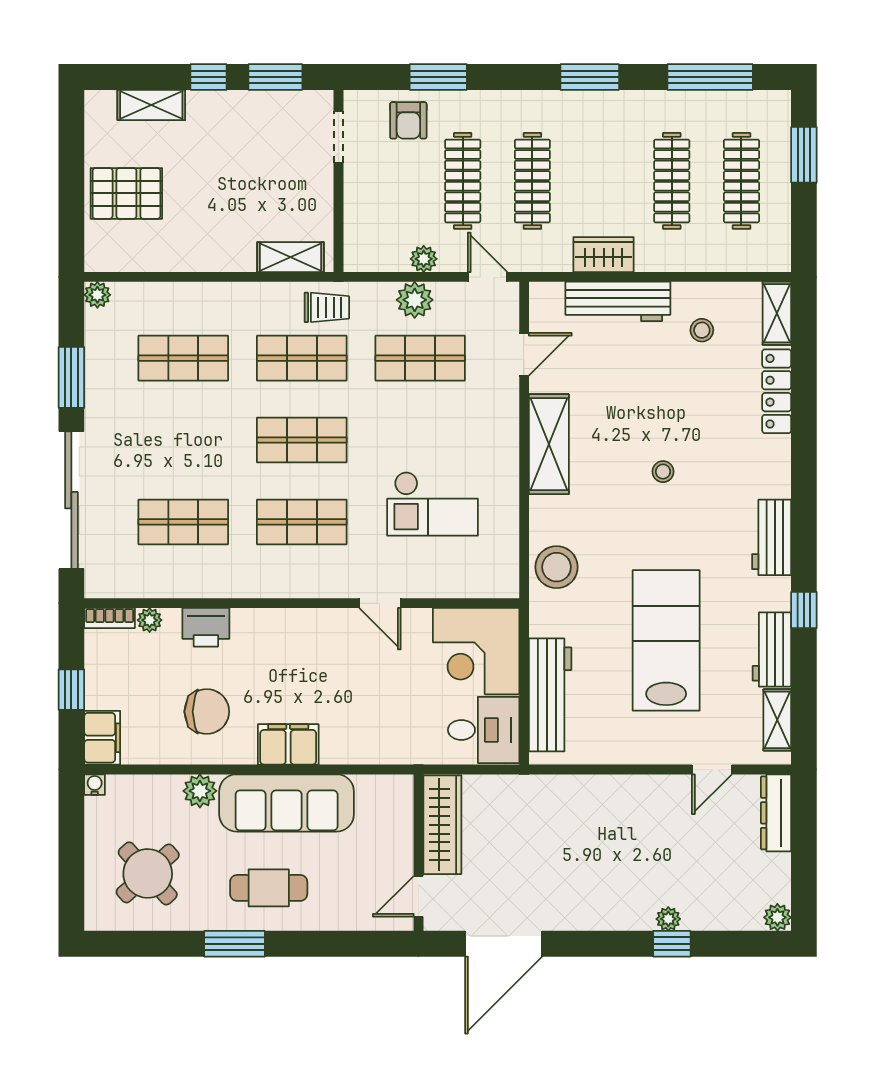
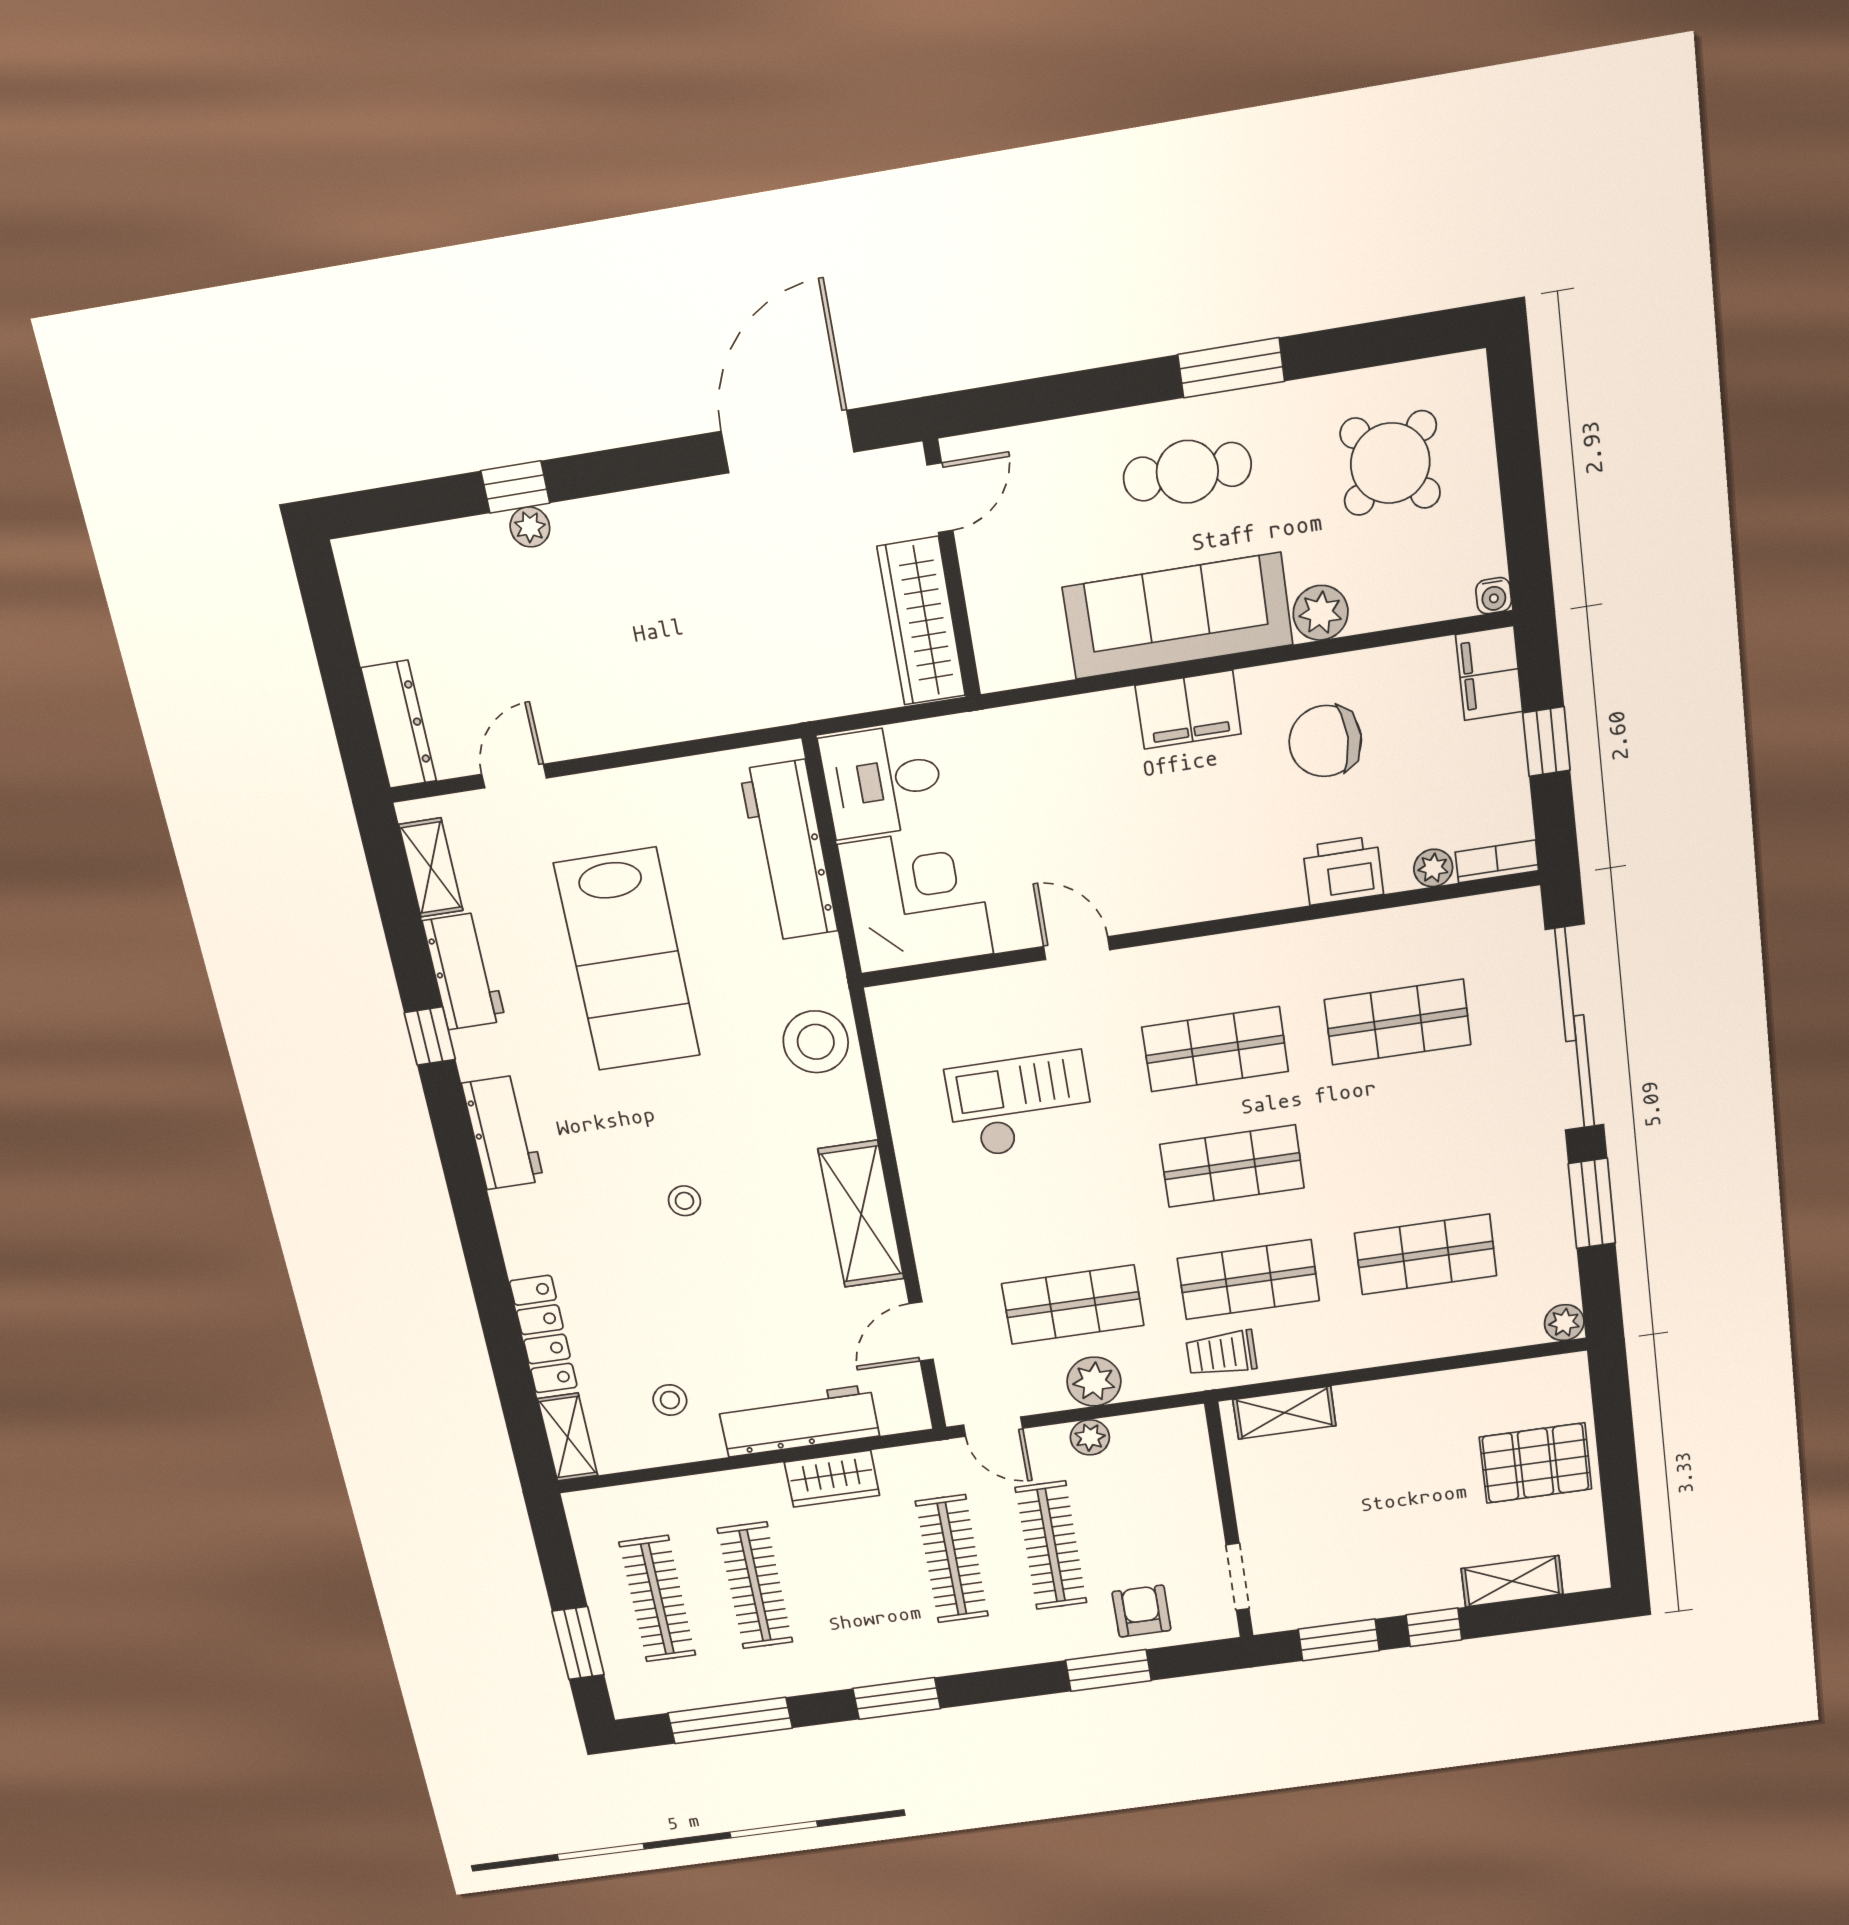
plant: (777, 917) -> (357, 558), removed

